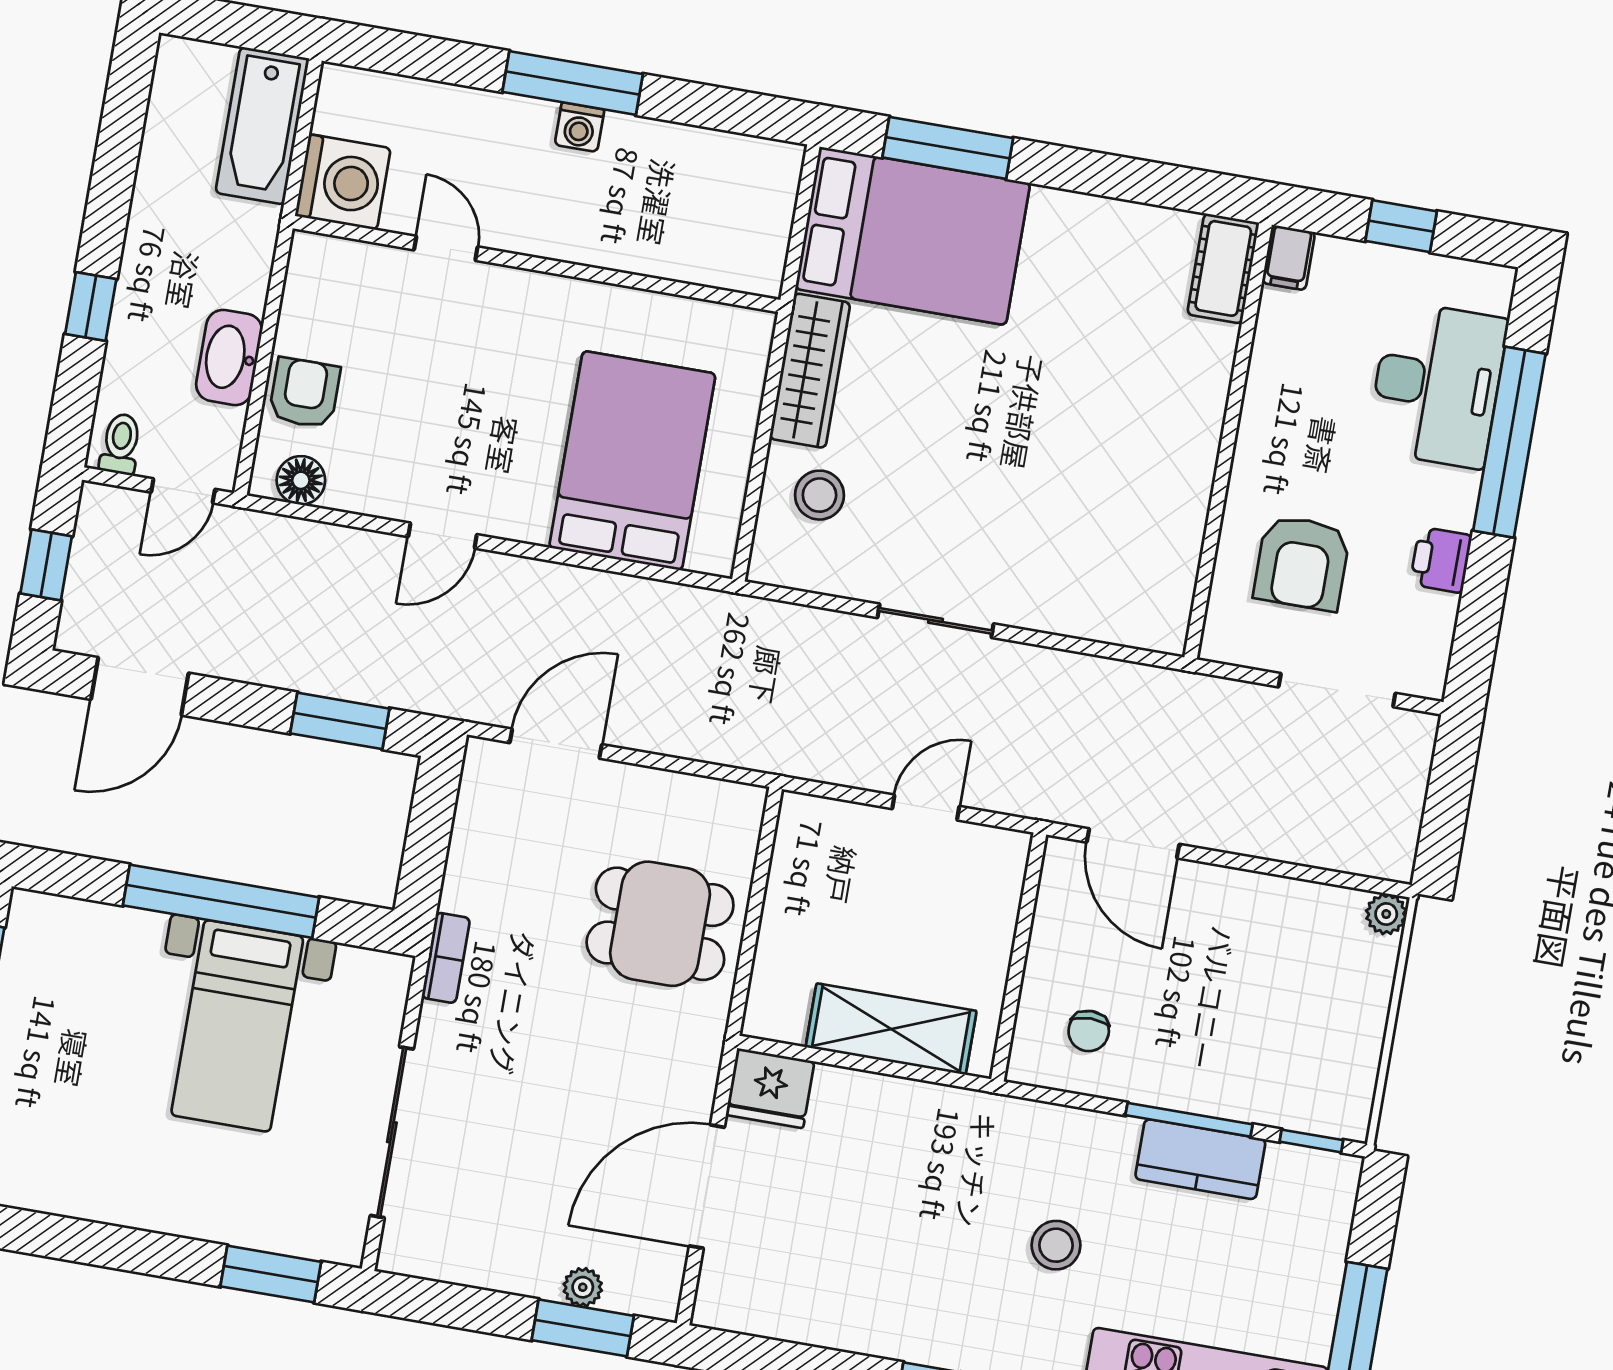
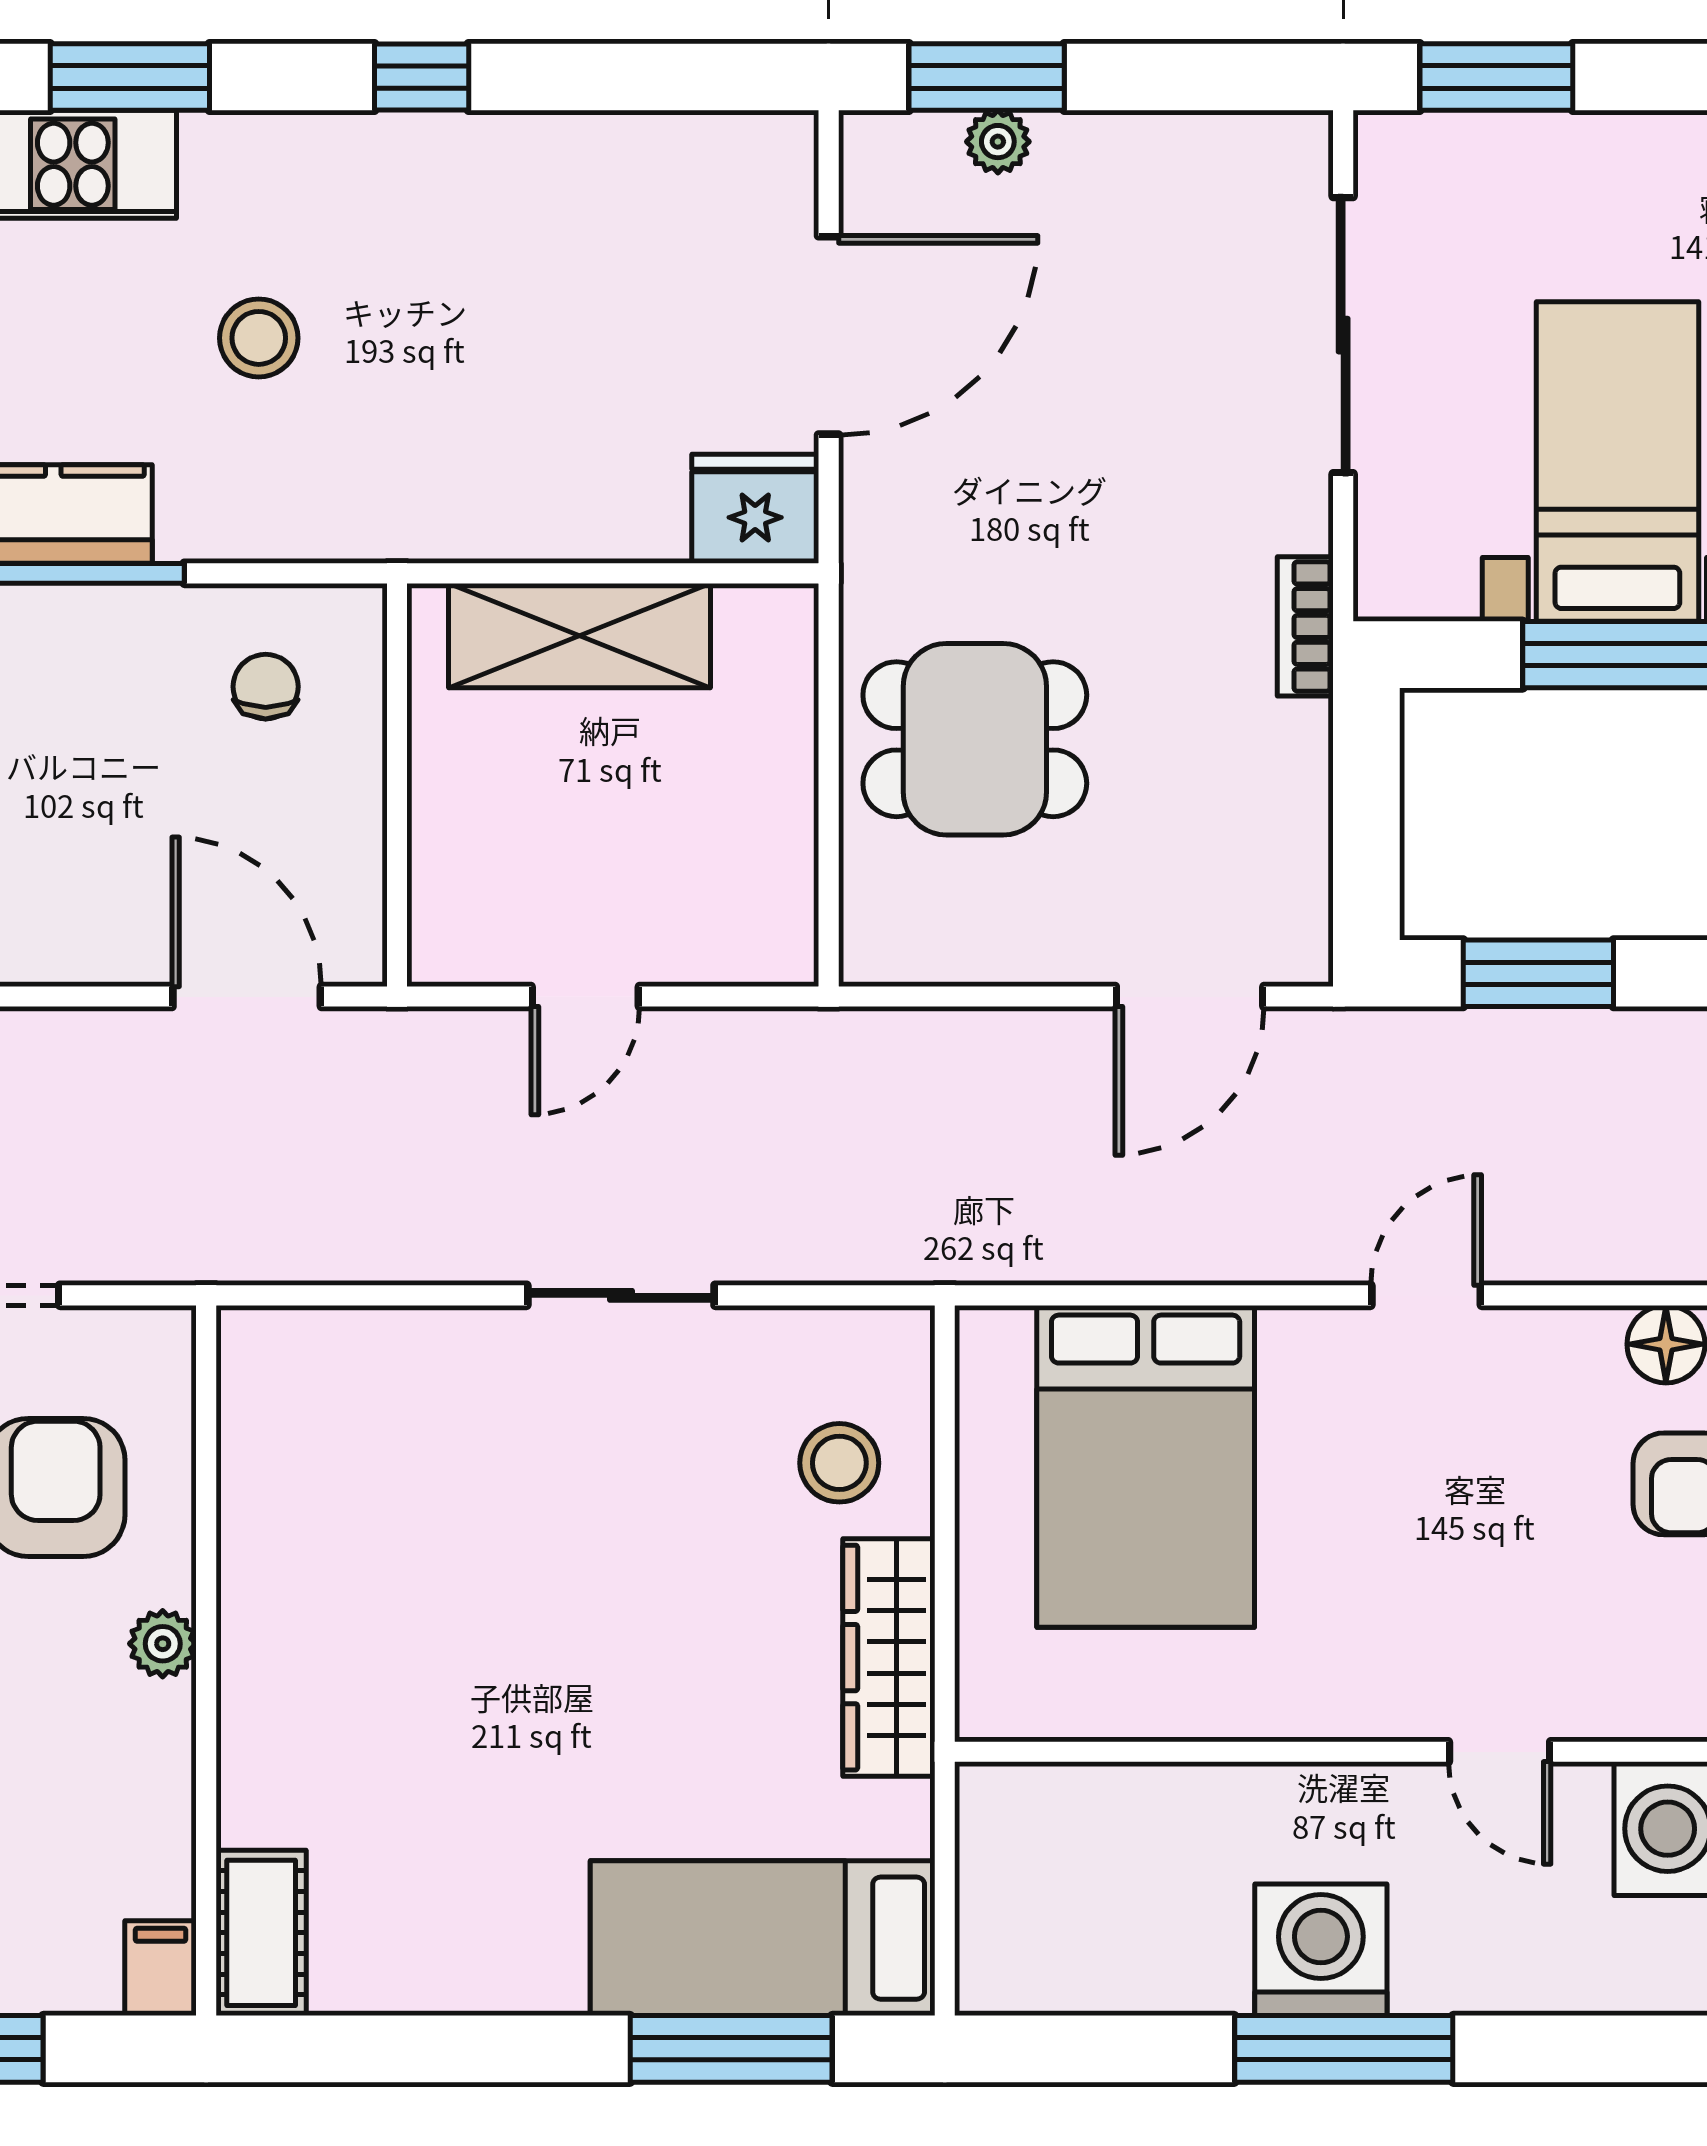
washing machine: (579, 127) -> (1321, 1950), width x1.89, depth x1.89
bed: (913, 236) -> (763, 1938), width x0.67
plant: (1253, 456) -> (163, 1644), added

